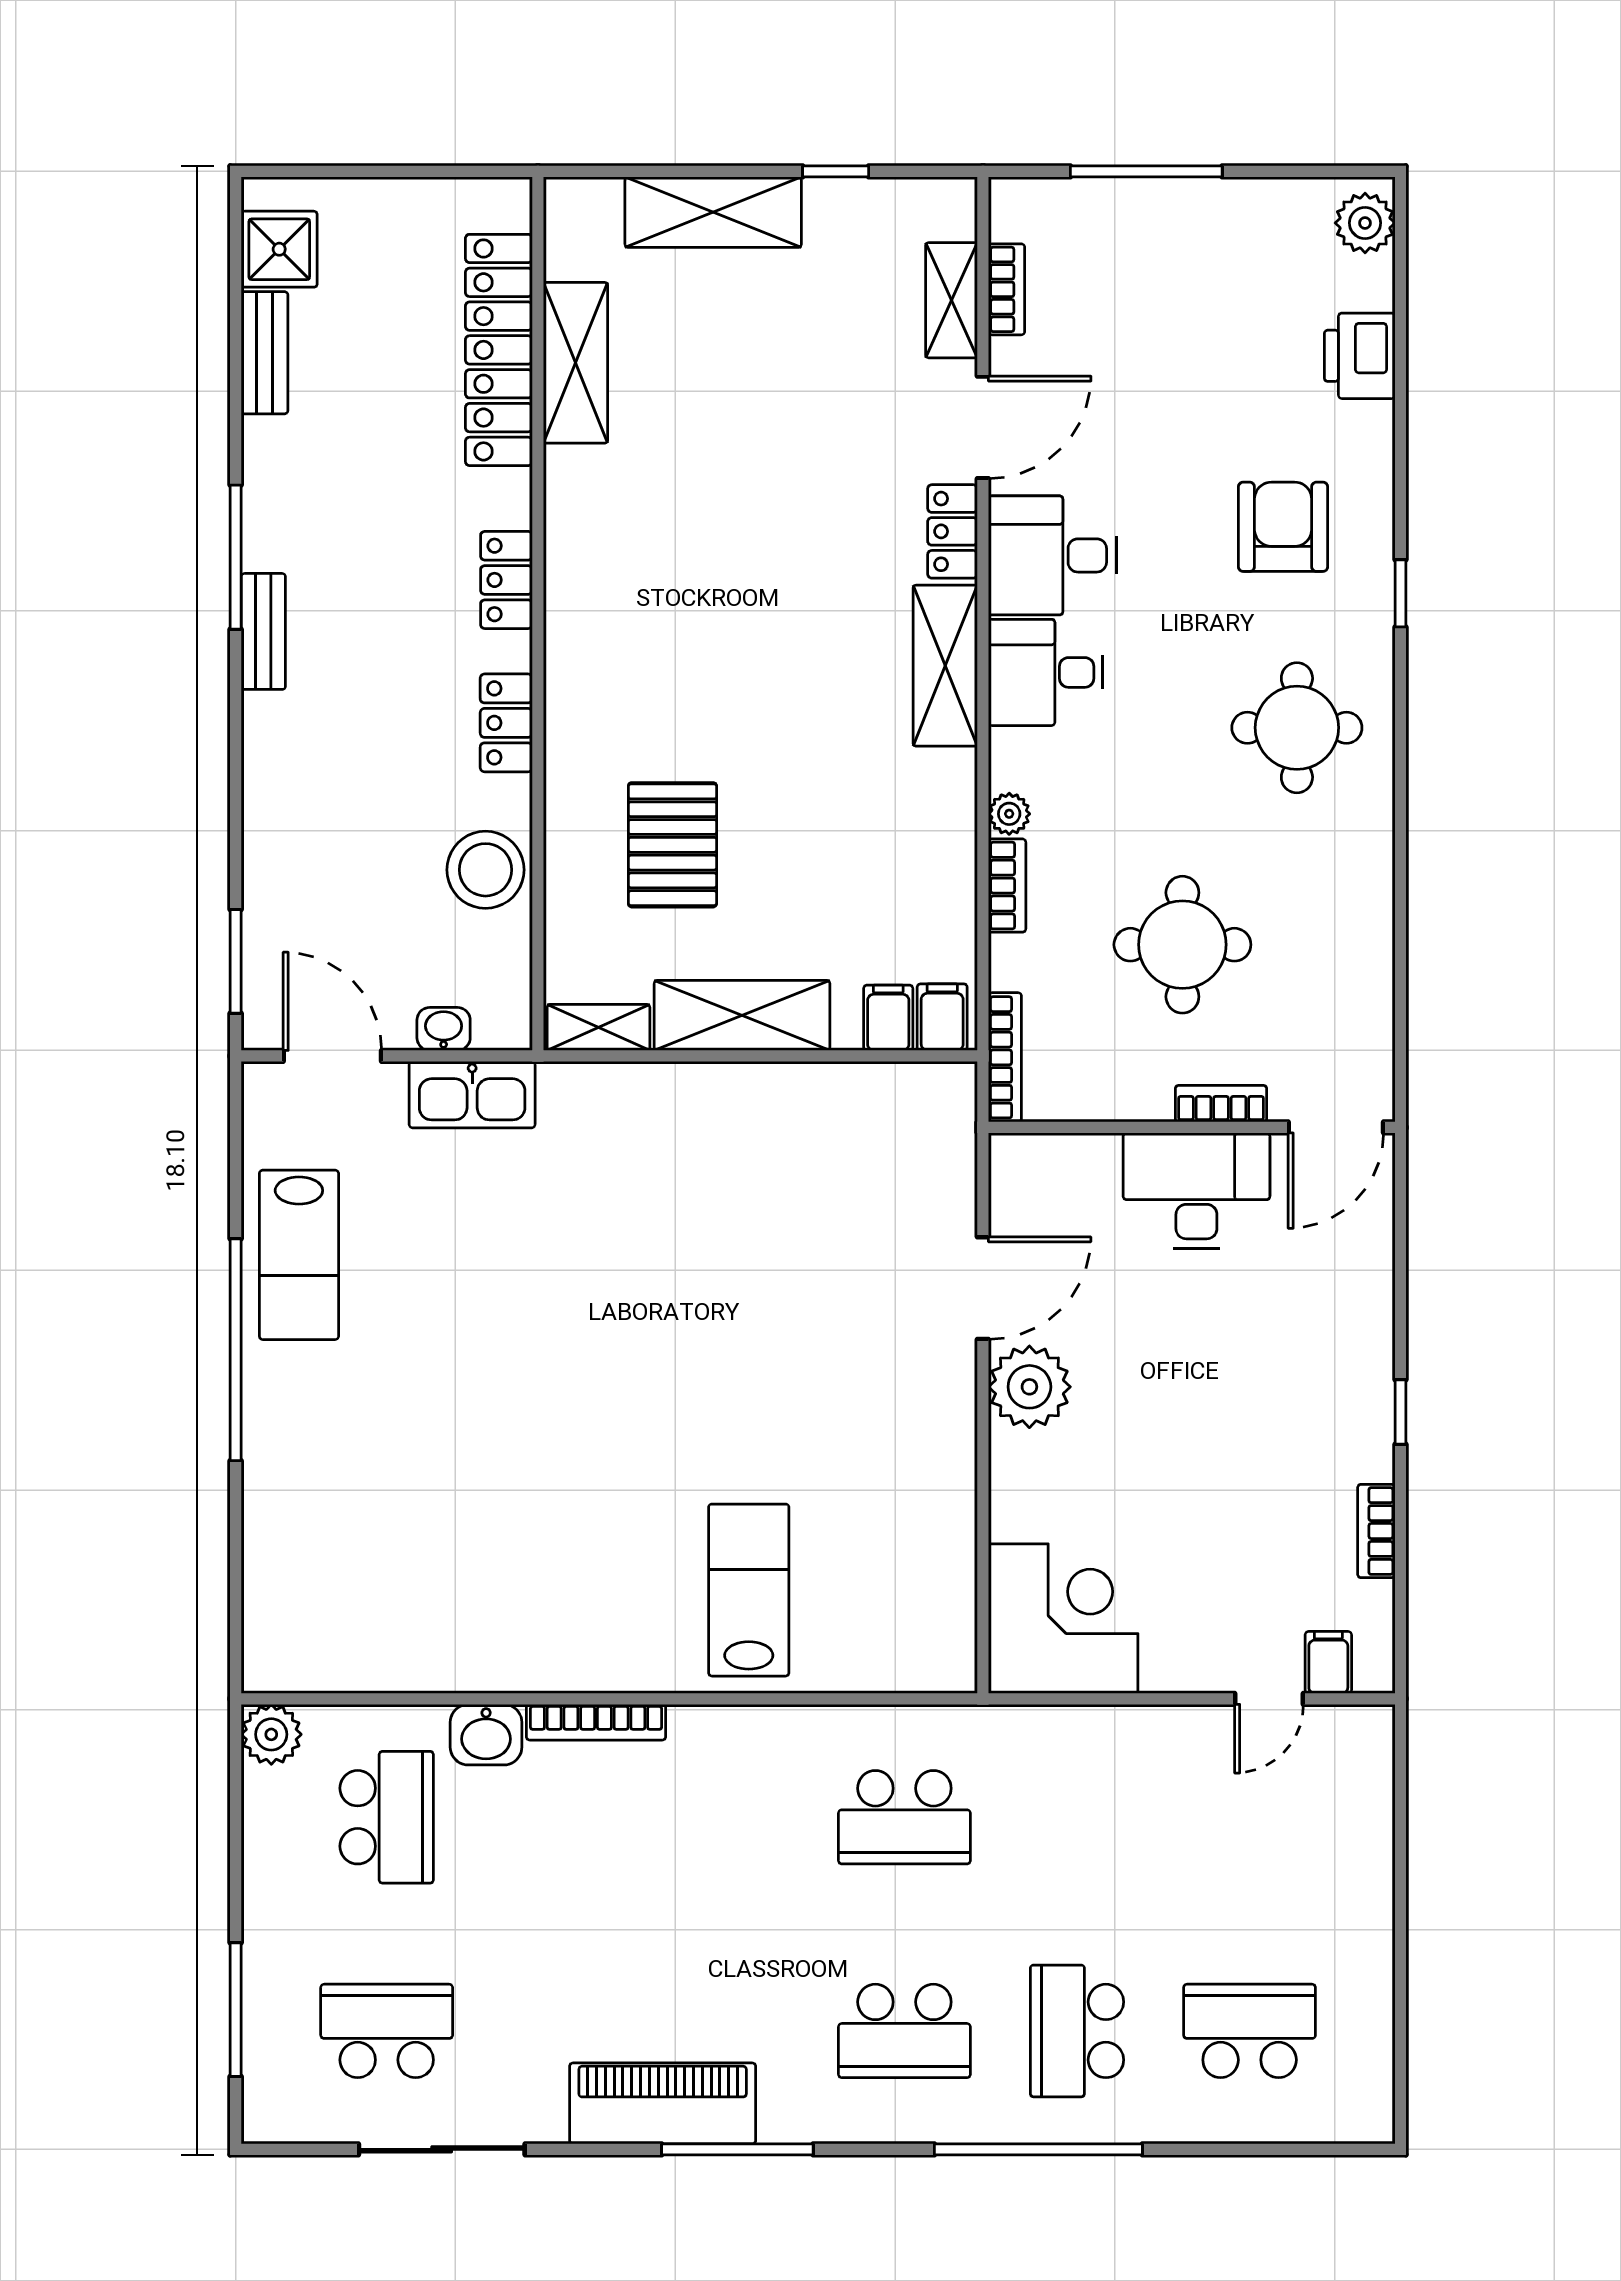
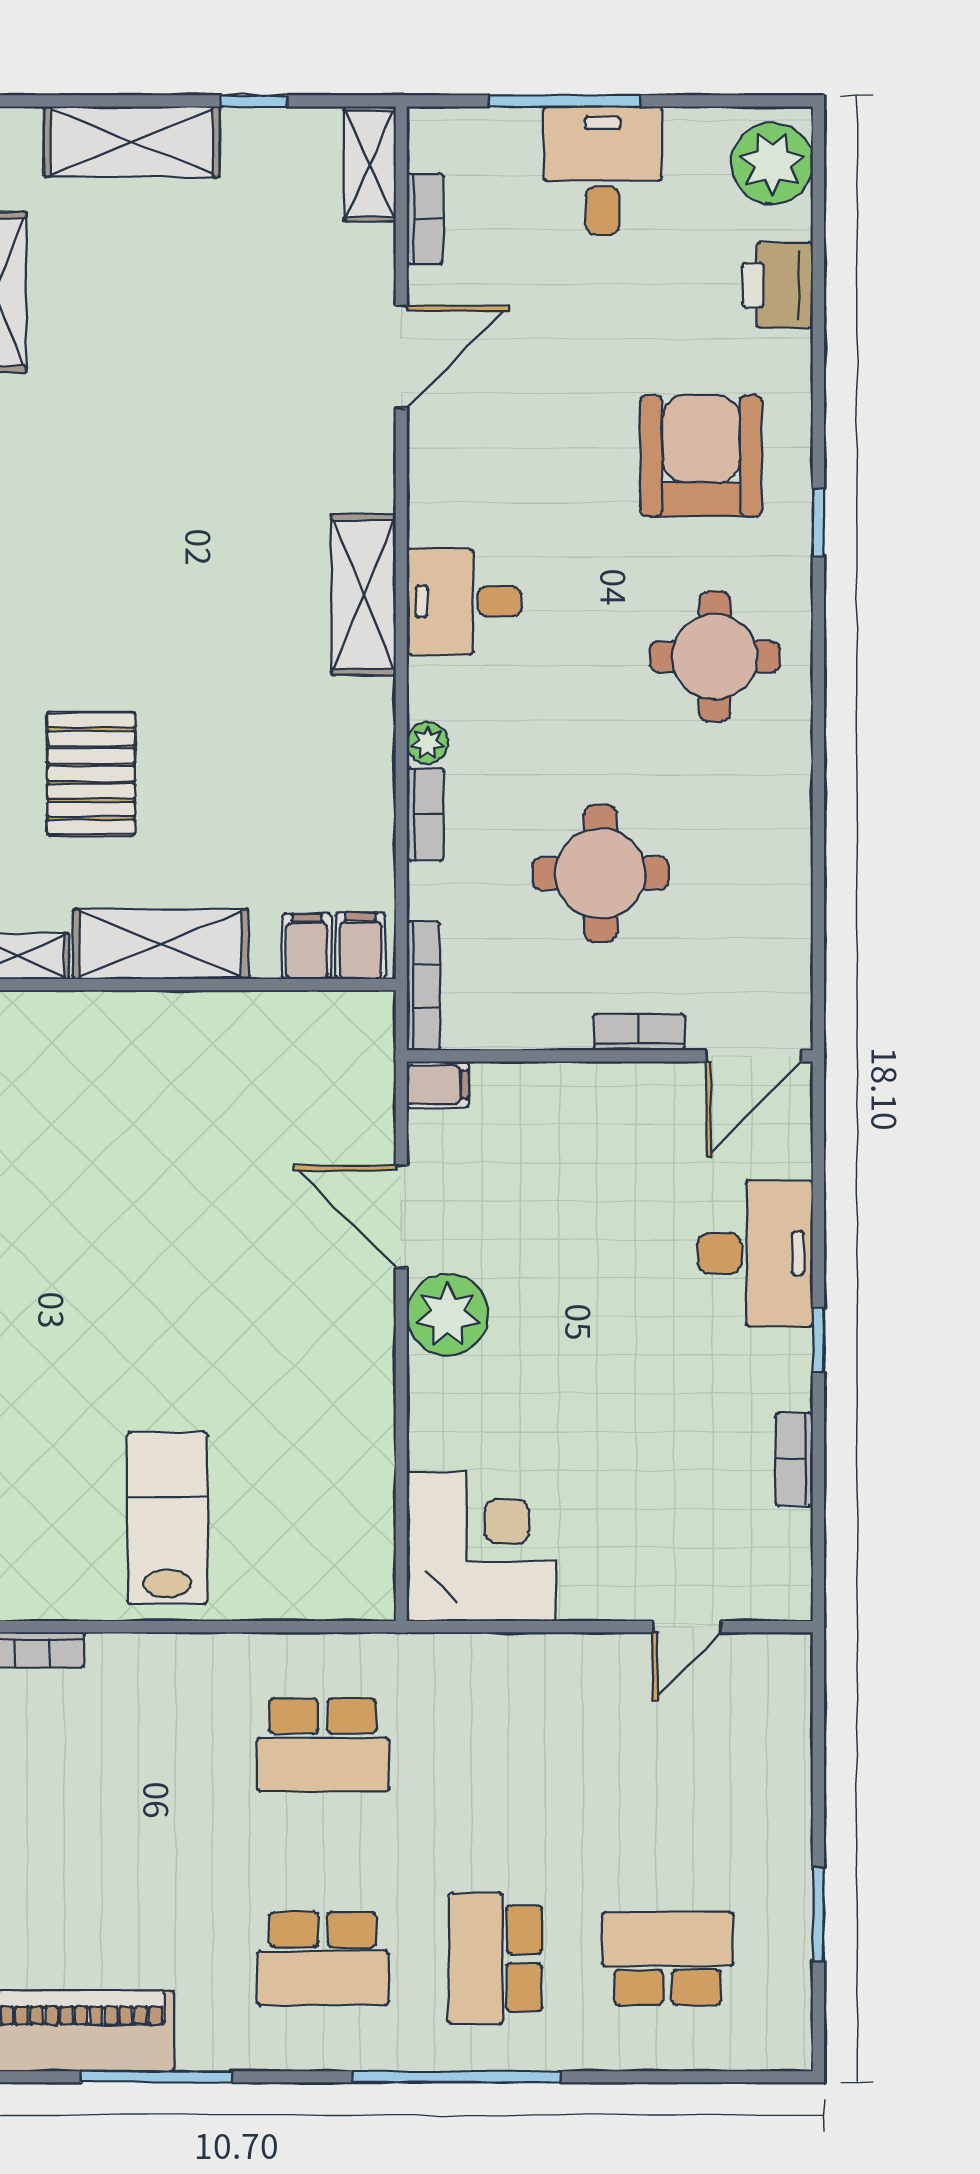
plant: (1365, 223) -> (772, 163), width x1.36, depth x1.36
shelving: (952, 300) -> (370, 164), moved
armchair: (1283, 527) -> (701, 456), width x1.36, depth x1.36
locker: (953, 531) -> (371, 461), removed
desk: (1053, 555) -> (603, 171), moved, turned 90
desk: (1196, 1190) -> (755, 1253), moved, turned 90
door: (983, 1288) -> (401, 1216), swing flipped
filing cabinet: (1328, 1662) -> (438, 1085), moved, turned 90
window: (1401, 1987) -> (818, 1914), added

